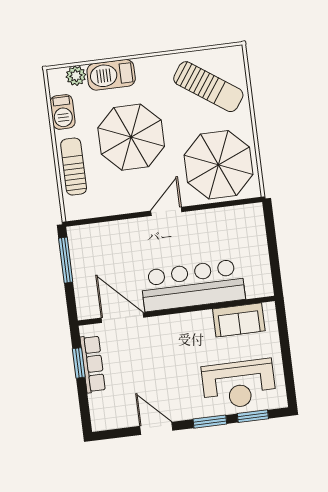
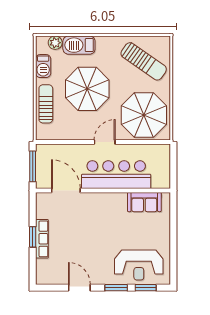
bar counter: (193, 285) -> (116, 175), moved
wall: (176, 311) -> (103, 191), moved
door: (122, 318) -> (66, 191), moved
sofa: (239, 320) -> (144, 202), moved

